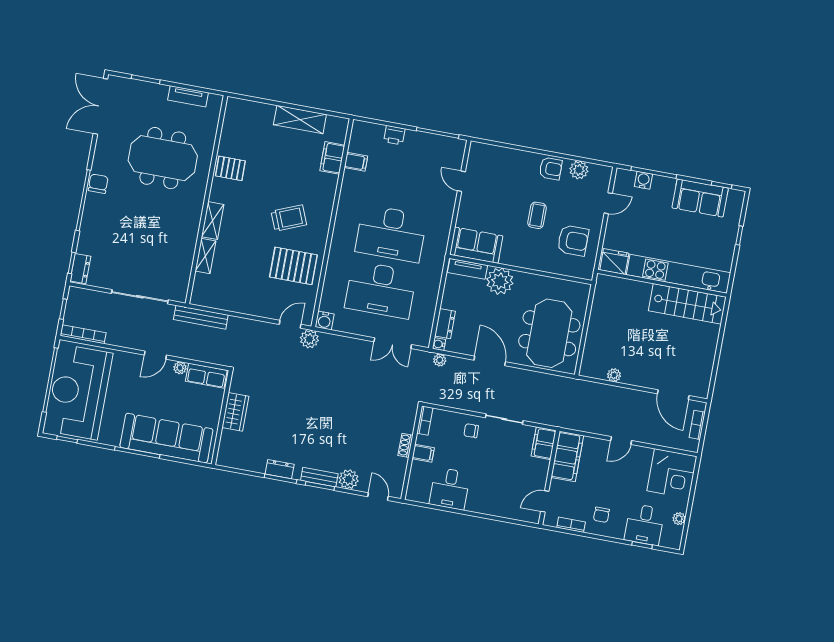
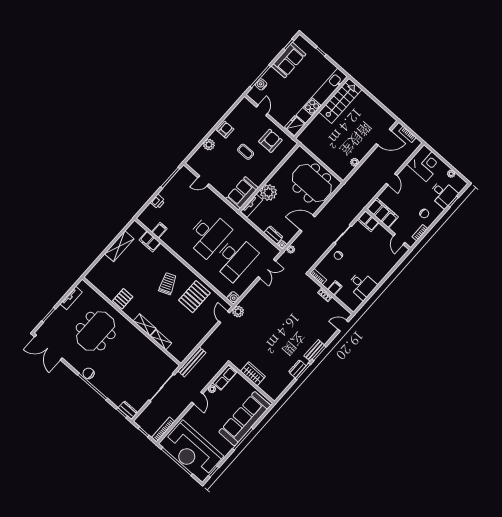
plant: (579, 170) -> (209, 145), moved
plant: (349, 479) -> (325, 336), removed

